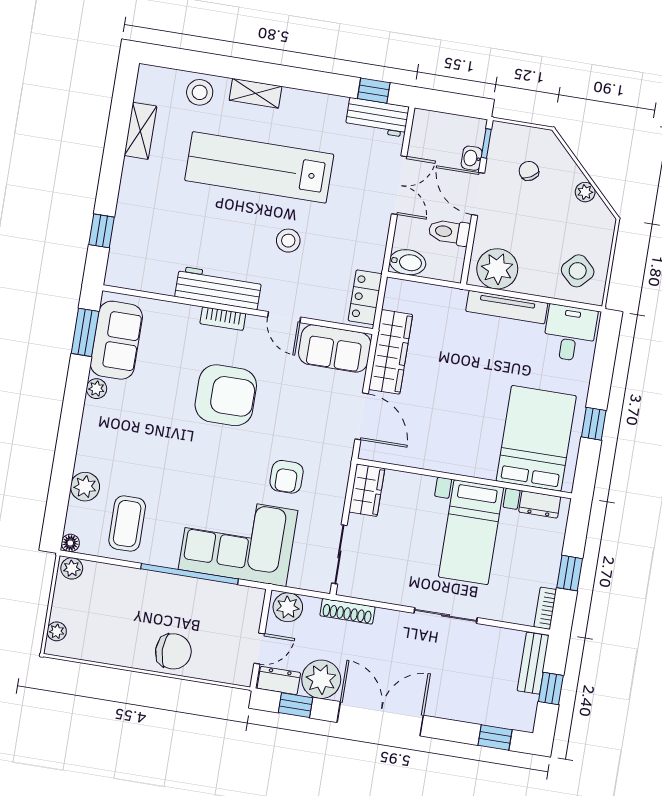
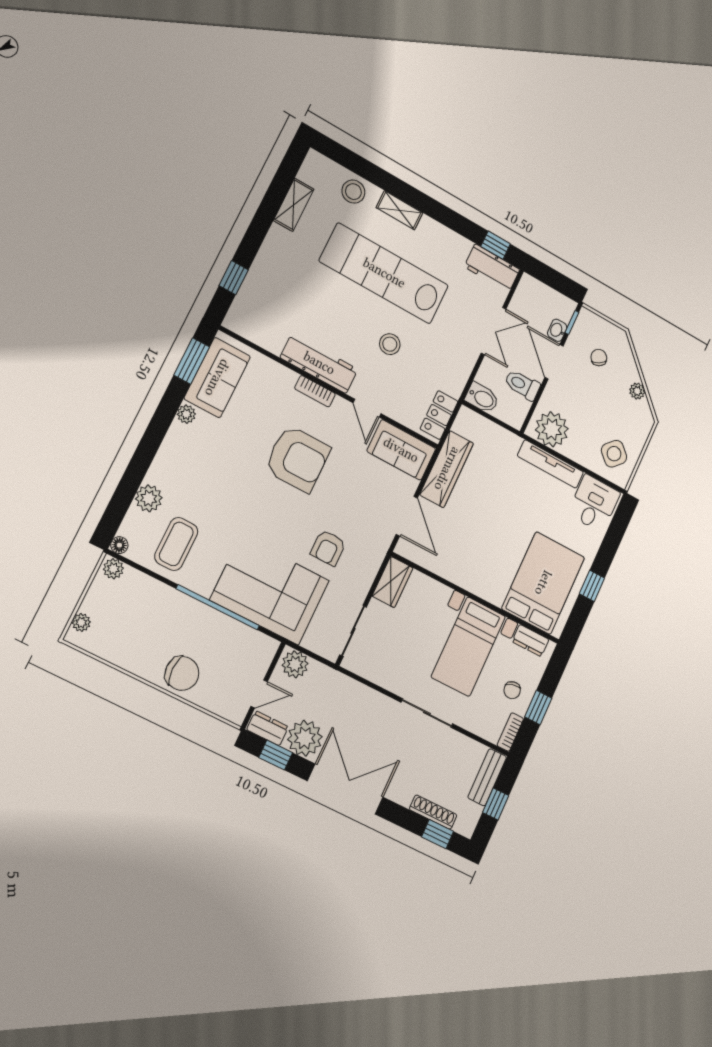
chair: (534, 563) -> (512, 690), added
shoe rack: (347, 611) -> (433, 812), moved, turned 180

